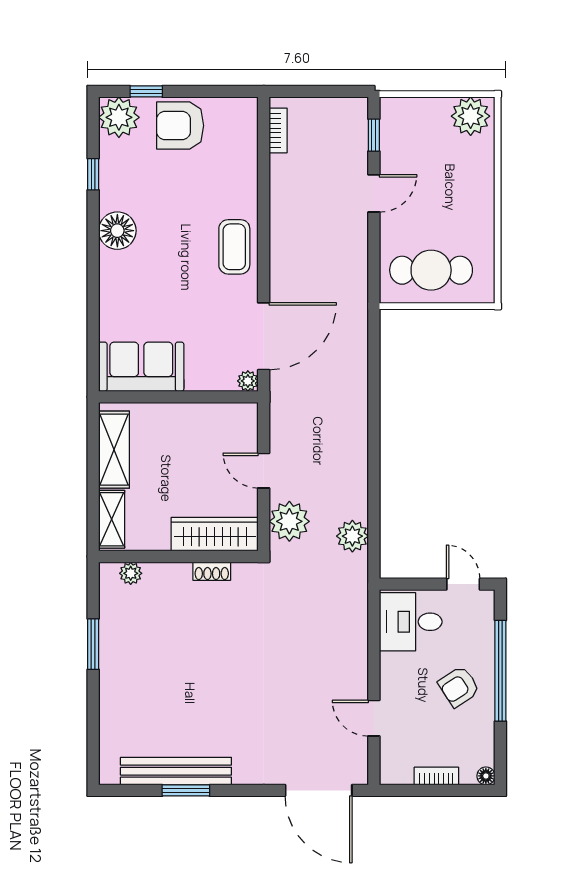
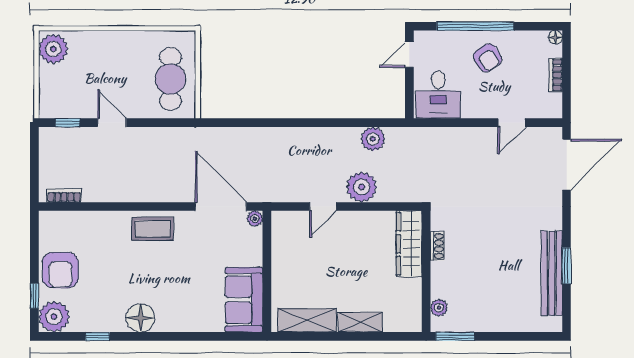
wardrobe: (215, 534) -> (409, 244), moved
wall: (178, 557) -> (426, 271), moved
shoe rack: (212, 571) -> (437, 246), moved
plant: (131, 573) -> (439, 308), moved

